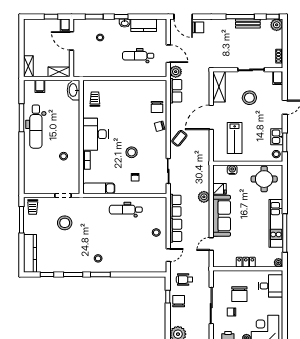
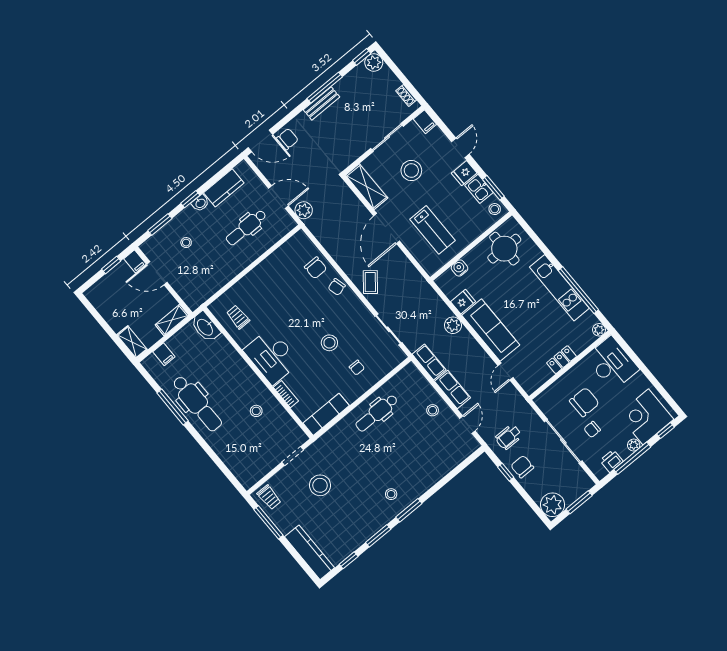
bench: (248, 23) -> (321, 103), moved
row of seats: (176, 91) -> (322, 232), removed
fridge: (276, 122) -> (464, 173), added
desk: (271, 286) -> (612, 363), width x1.37
chair: (239, 294) -> (584, 402), turned -90

